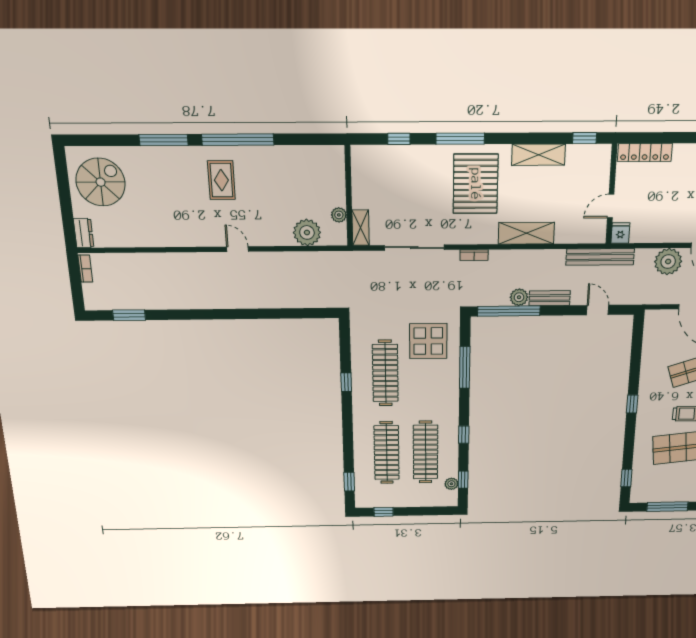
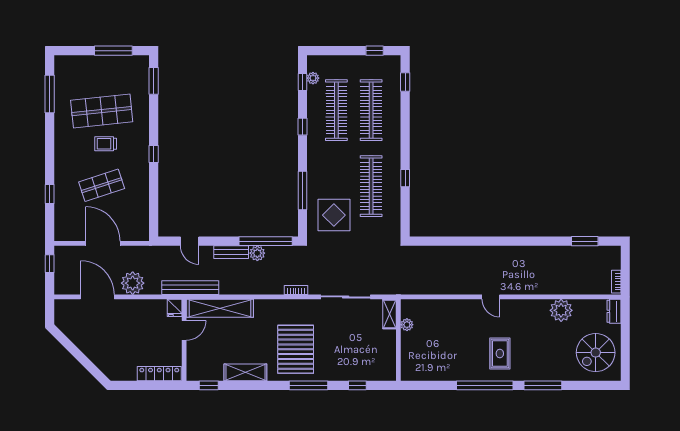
plant: (307, 232) -> (561, 310), moved
shelving: (526, 233) -> (220, 308), moved, width x1.47
window: (626, 478) -> (154, 81), width x1.50

